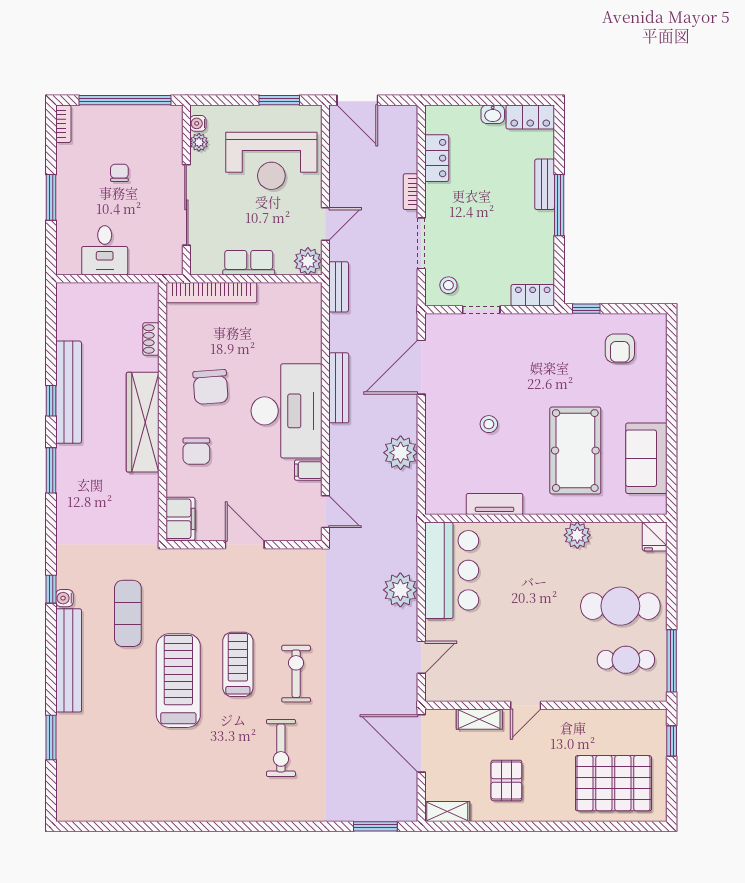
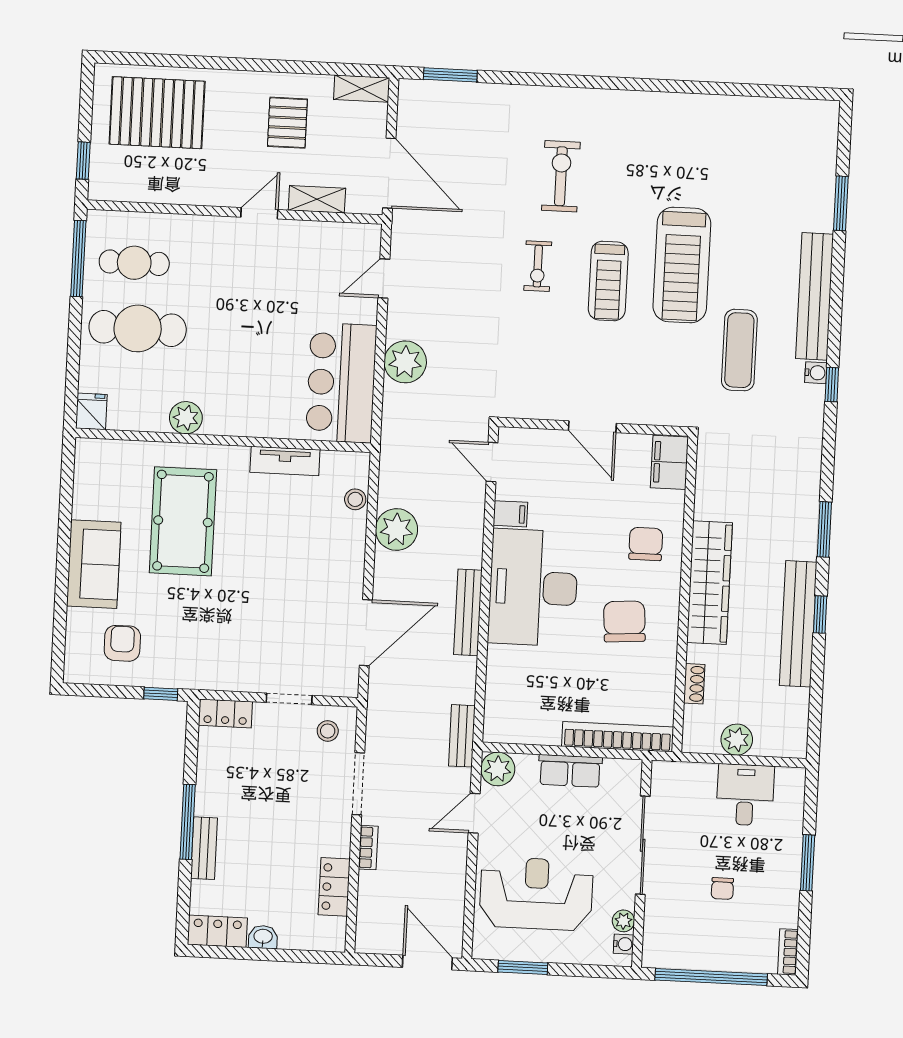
plant: (114, 295) -> (737, 740), added
stool: (489, 424) -> (355, 499), moved
sofa: (646, 458) -> (94, 564), moved
exercise bike: (296, 674) -> (538, 266), width x0.73, depth x0.72

